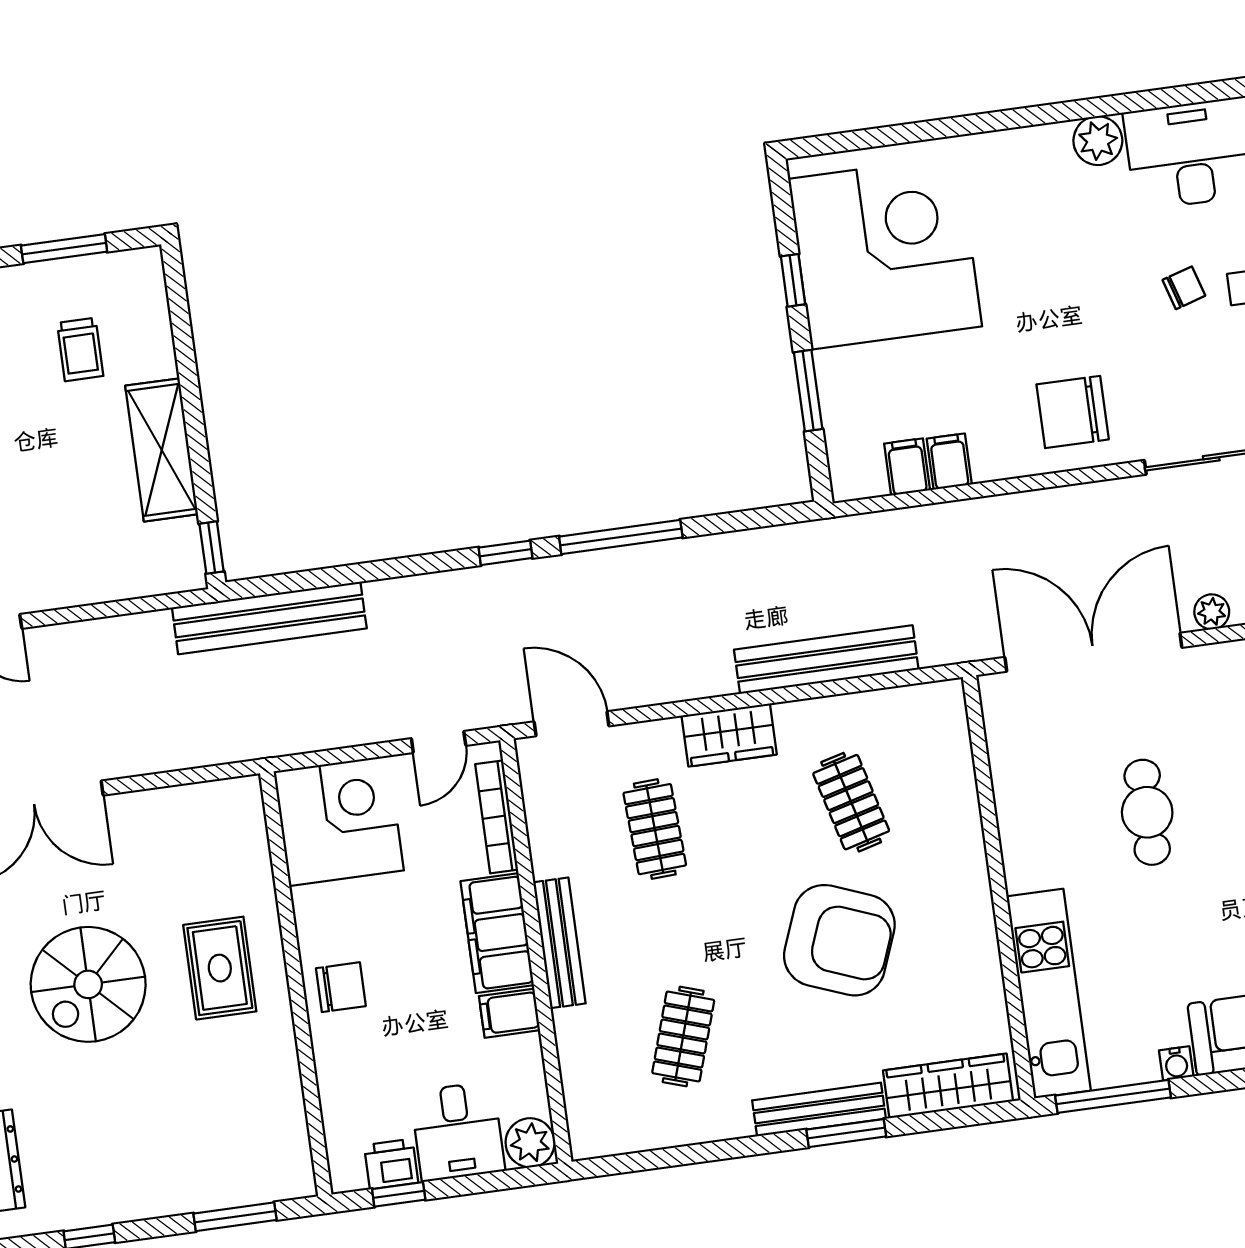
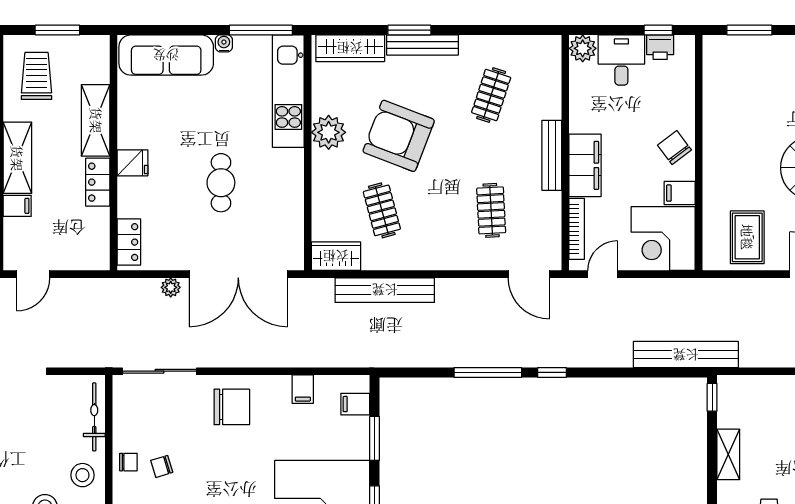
shelving: (162, 450) -> (728, 454), width x0.67, depth x0.75
filing cabinet: (907, 467) -> (355, 404), moved, turned 90
wardrobe: (729, 735) -> (336, 256), moved
plant: (966, 929) -> (329, 132), added
rug: (220, 968) -> (747, 237), moved
chair: (341, 987) -> (674, 148), turned 53
filing cabinet: (509, 1013) -> (680, 193), moved, turned 180

